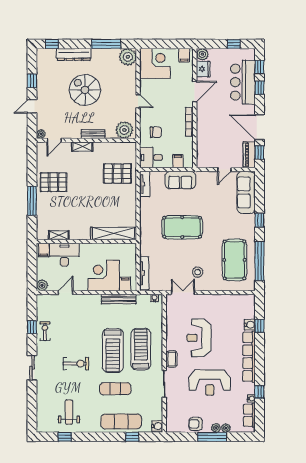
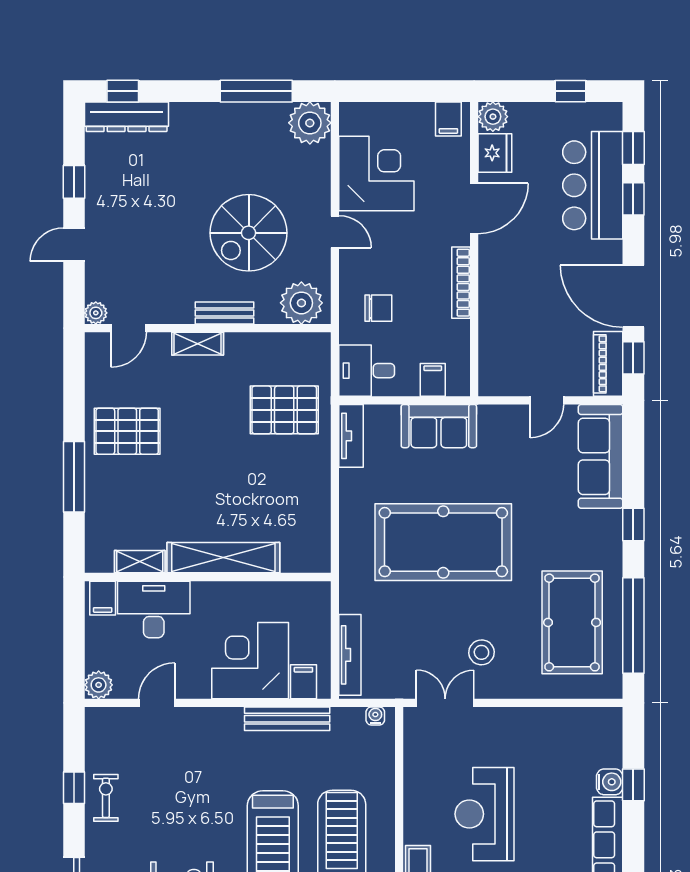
dresser: (74, 54) -> (127, 117), moved
corner desk: (155, 63) -> (376, 173), moved
spiral stairs: (85, 90) -> (249, 233), moved, turned -90
pool table: (182, 227) -> (443, 542), width x1.36, depth x1.32
shelving: (114, 234) -> (223, 558), moved

